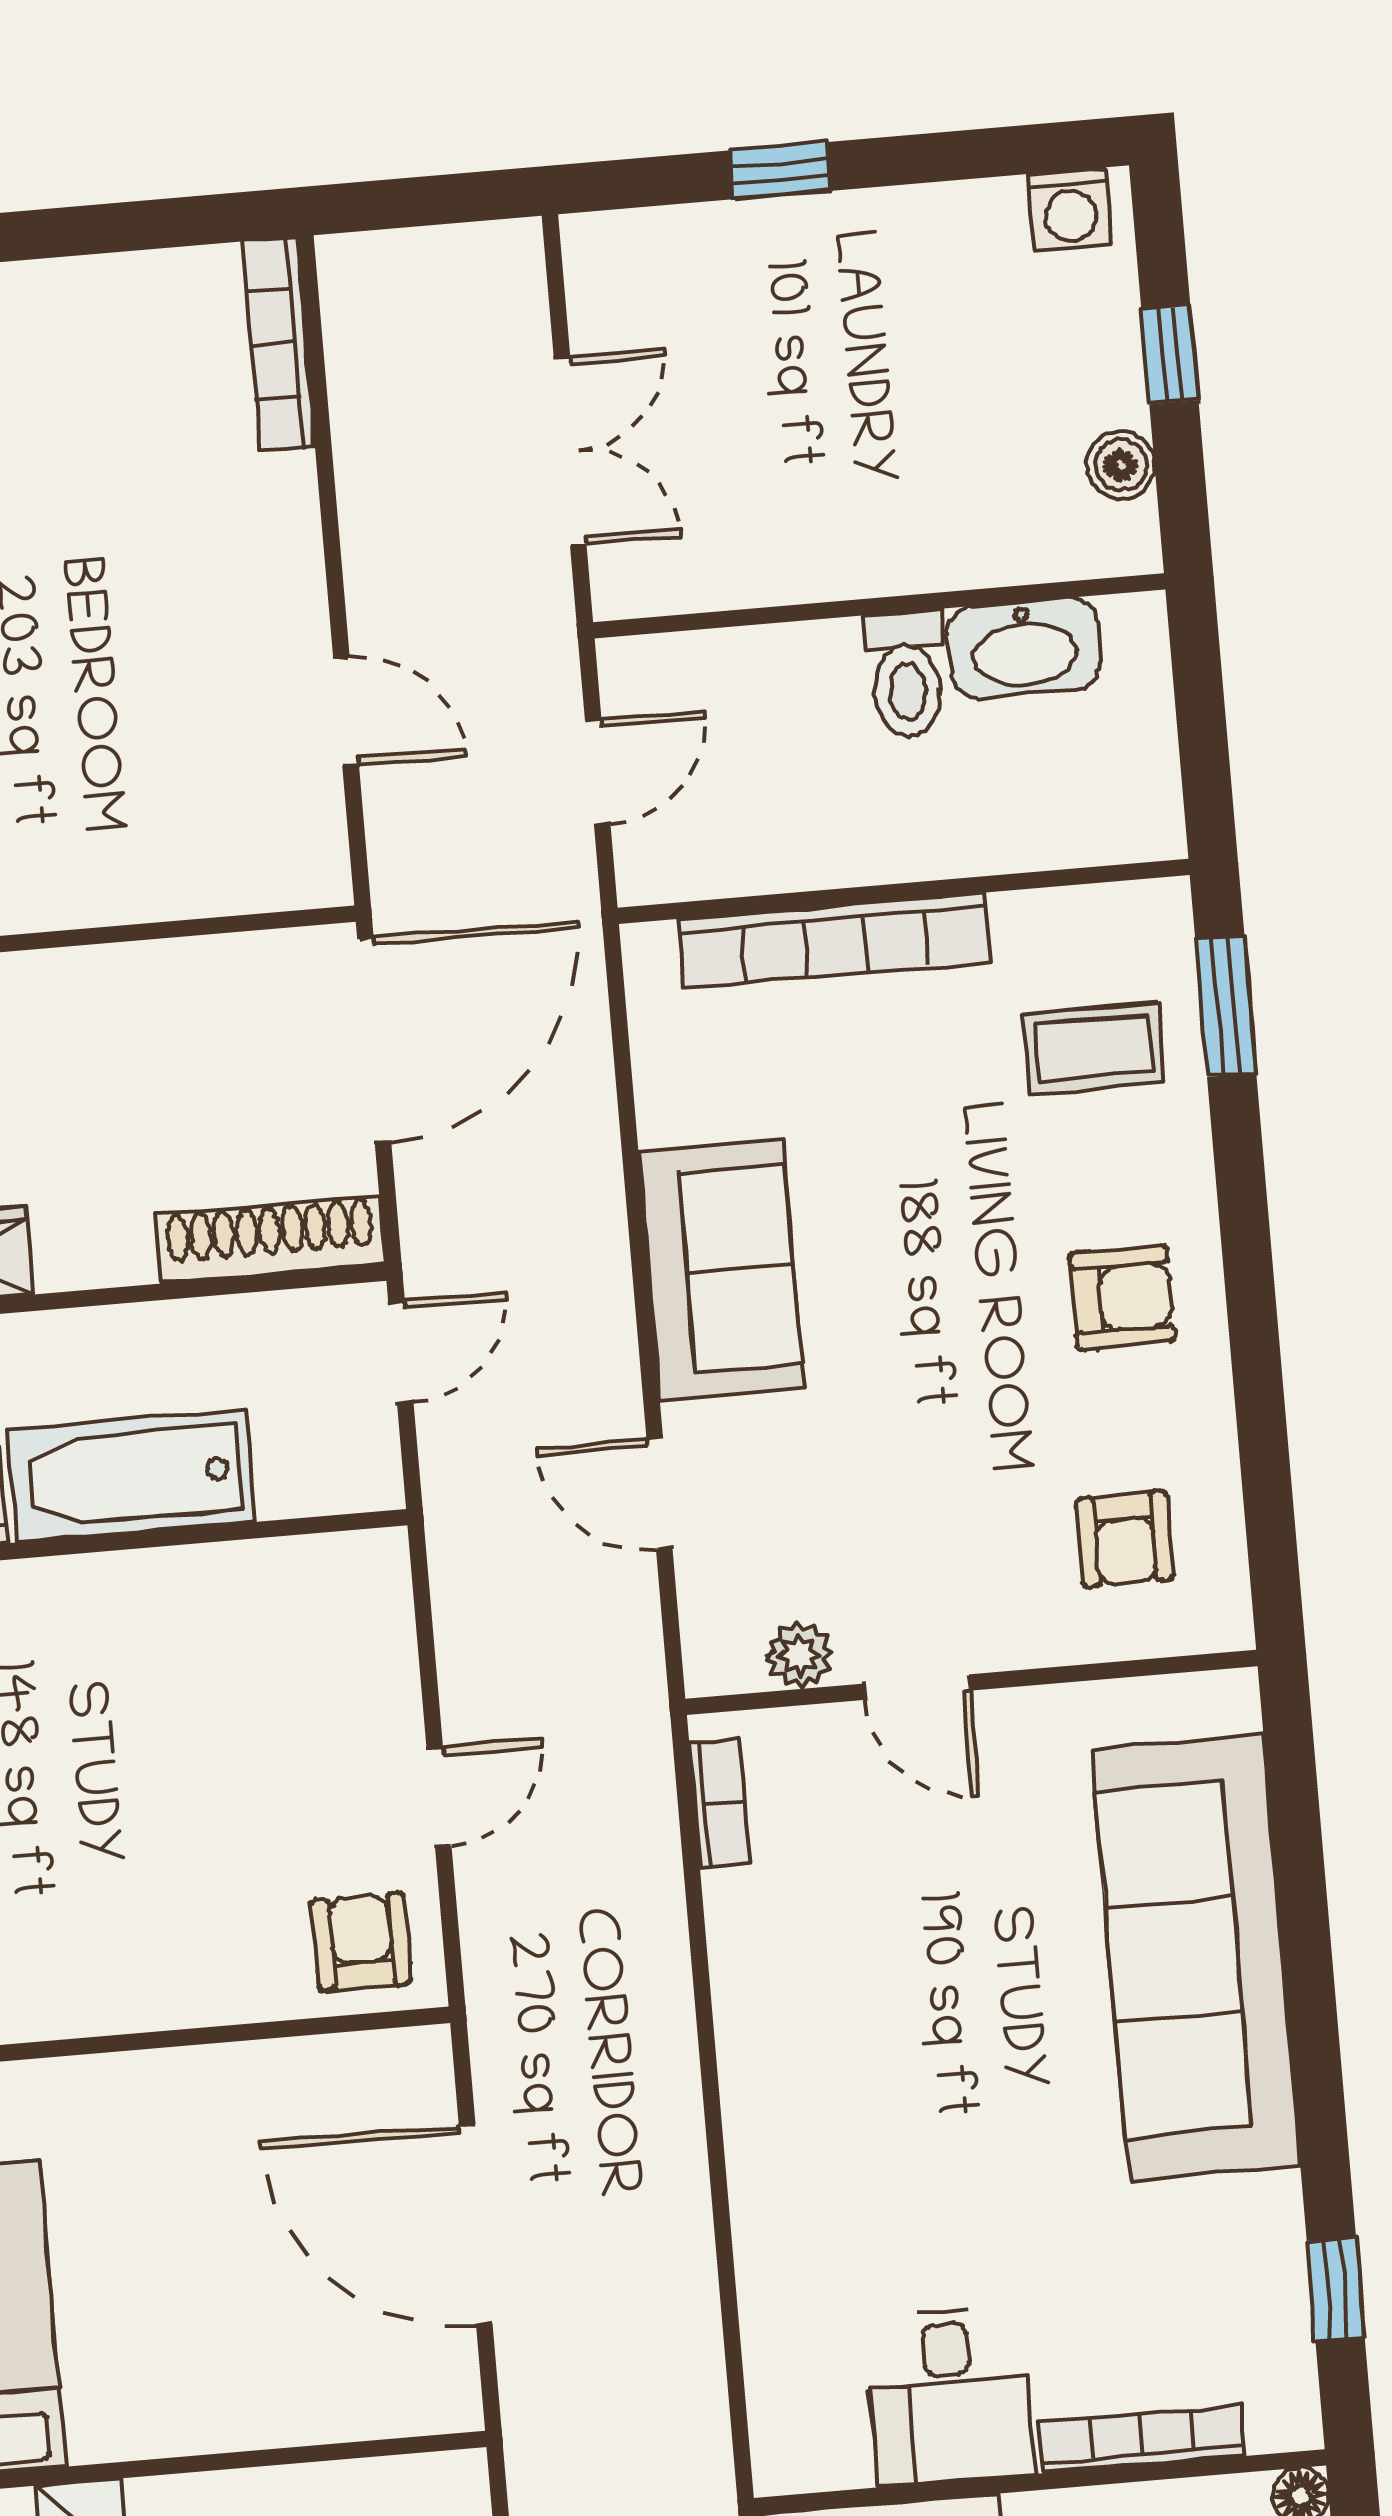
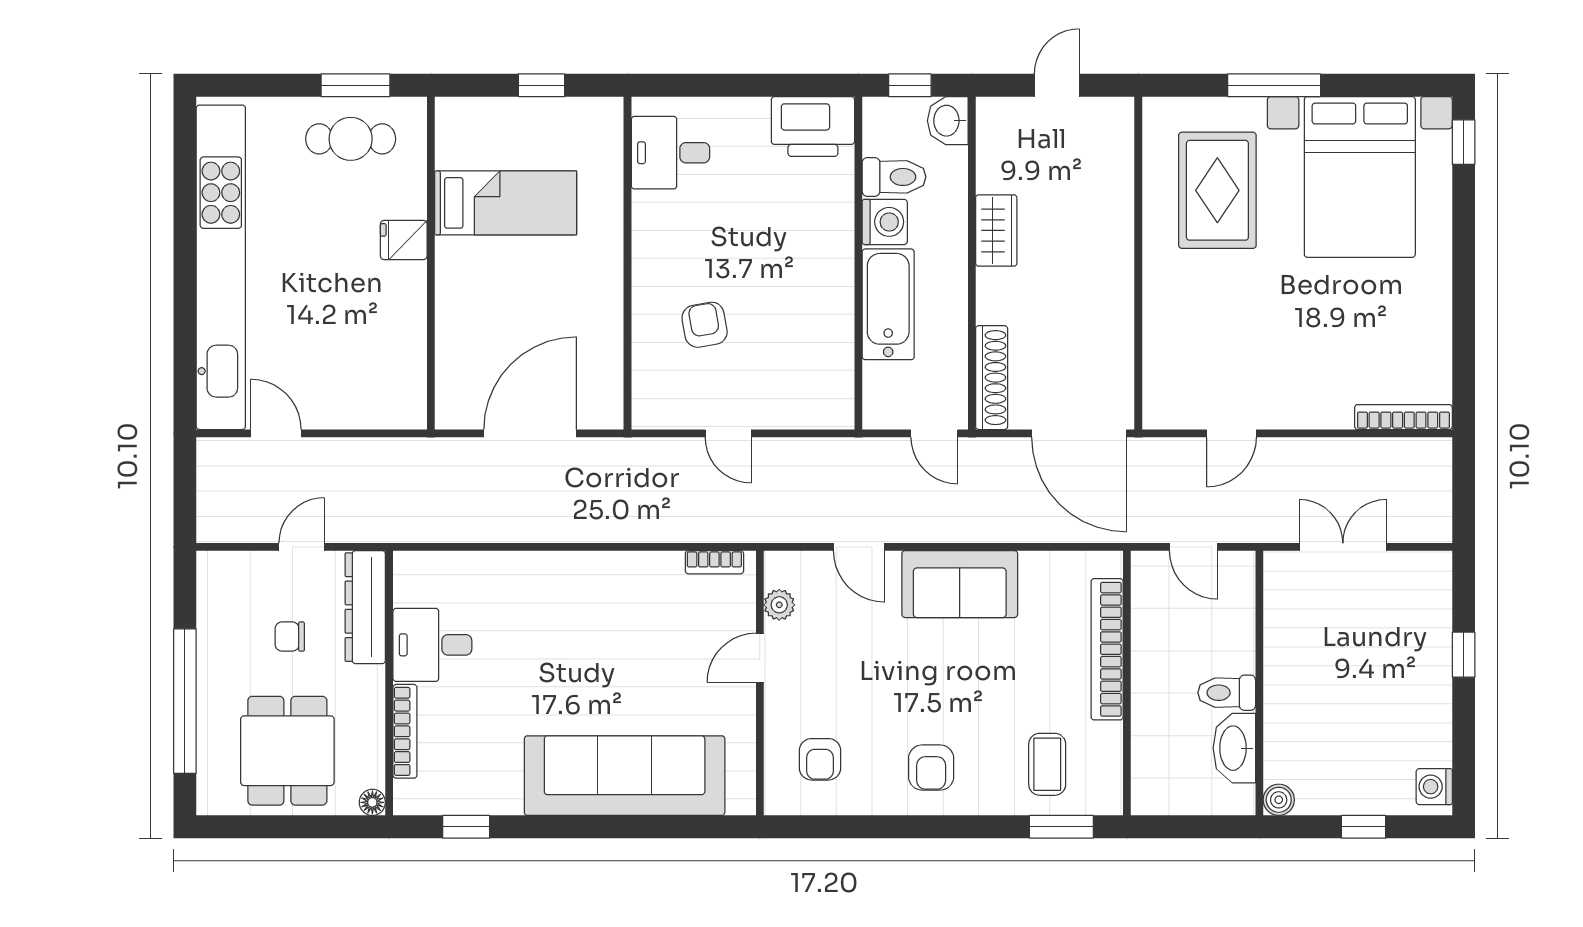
double door: (570, 451) -> (1343, 547), swing flipped
boiler: (1121, 465) -> (1279, 800), moved
door: (660, 1494) -> (859, 547), swing flipped
armchair: (1125, 1539) -> (820, 759), turned -90
armchair: (361, 1942) -> (705, 325), moved, turned -100

